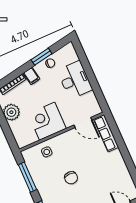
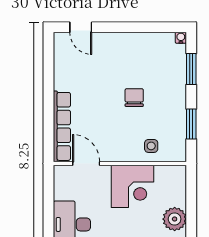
row of seats: (106, 133) -> (62, 126), width x1.36
window: (27, 177) -> (191, 124), width x0.69

